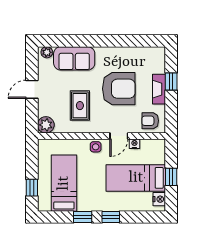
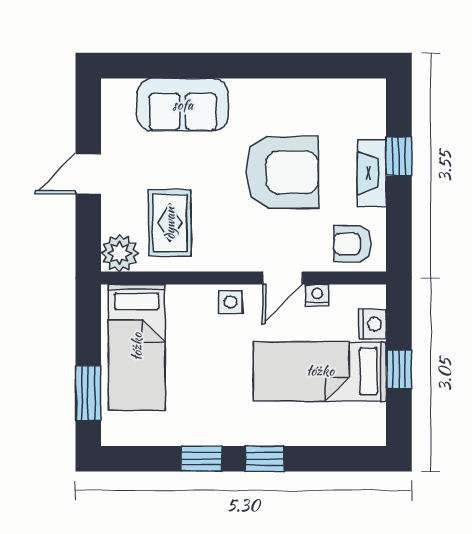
plant: (47, 52) -> (122, 91), removed
rug: (80, 106) -> (170, 223), moved
bed: (64, 183) -> (137, 347), moved, turned 180
window: (32, 188) -> (88, 393), width x1.50
nightstand: (159, 199) -> (372, 324), moved

